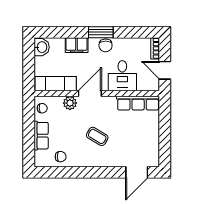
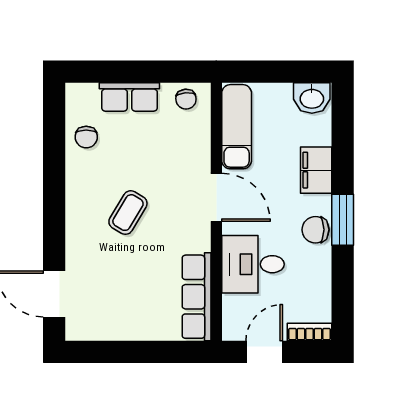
plant: (70, 103) -> (197, 156), removed

